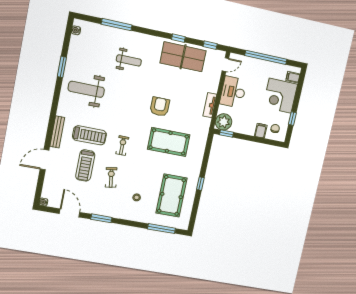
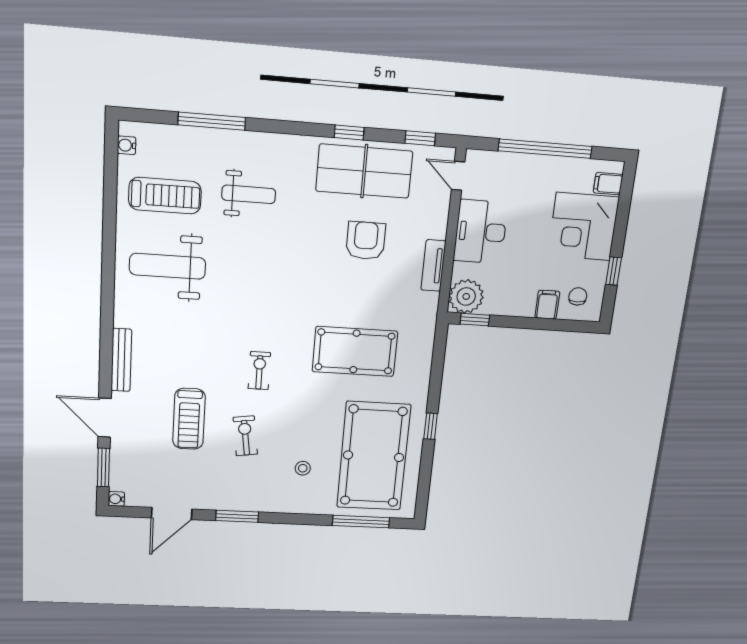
door: (225, 65) -> (458, 176), swing flipped
window: (62, 67) -> (103, 467), moved
armchair: (160, 107) -> (366, 241), moved
treadmill: (89, 135) -> (165, 196), moved
door: (45, 160) -> (105, 418), hinge flipped
pool table: (171, 196) -> (374, 456), width x1.36, depth x1.32
door: (70, 213) -> (172, 514), swing flipped

